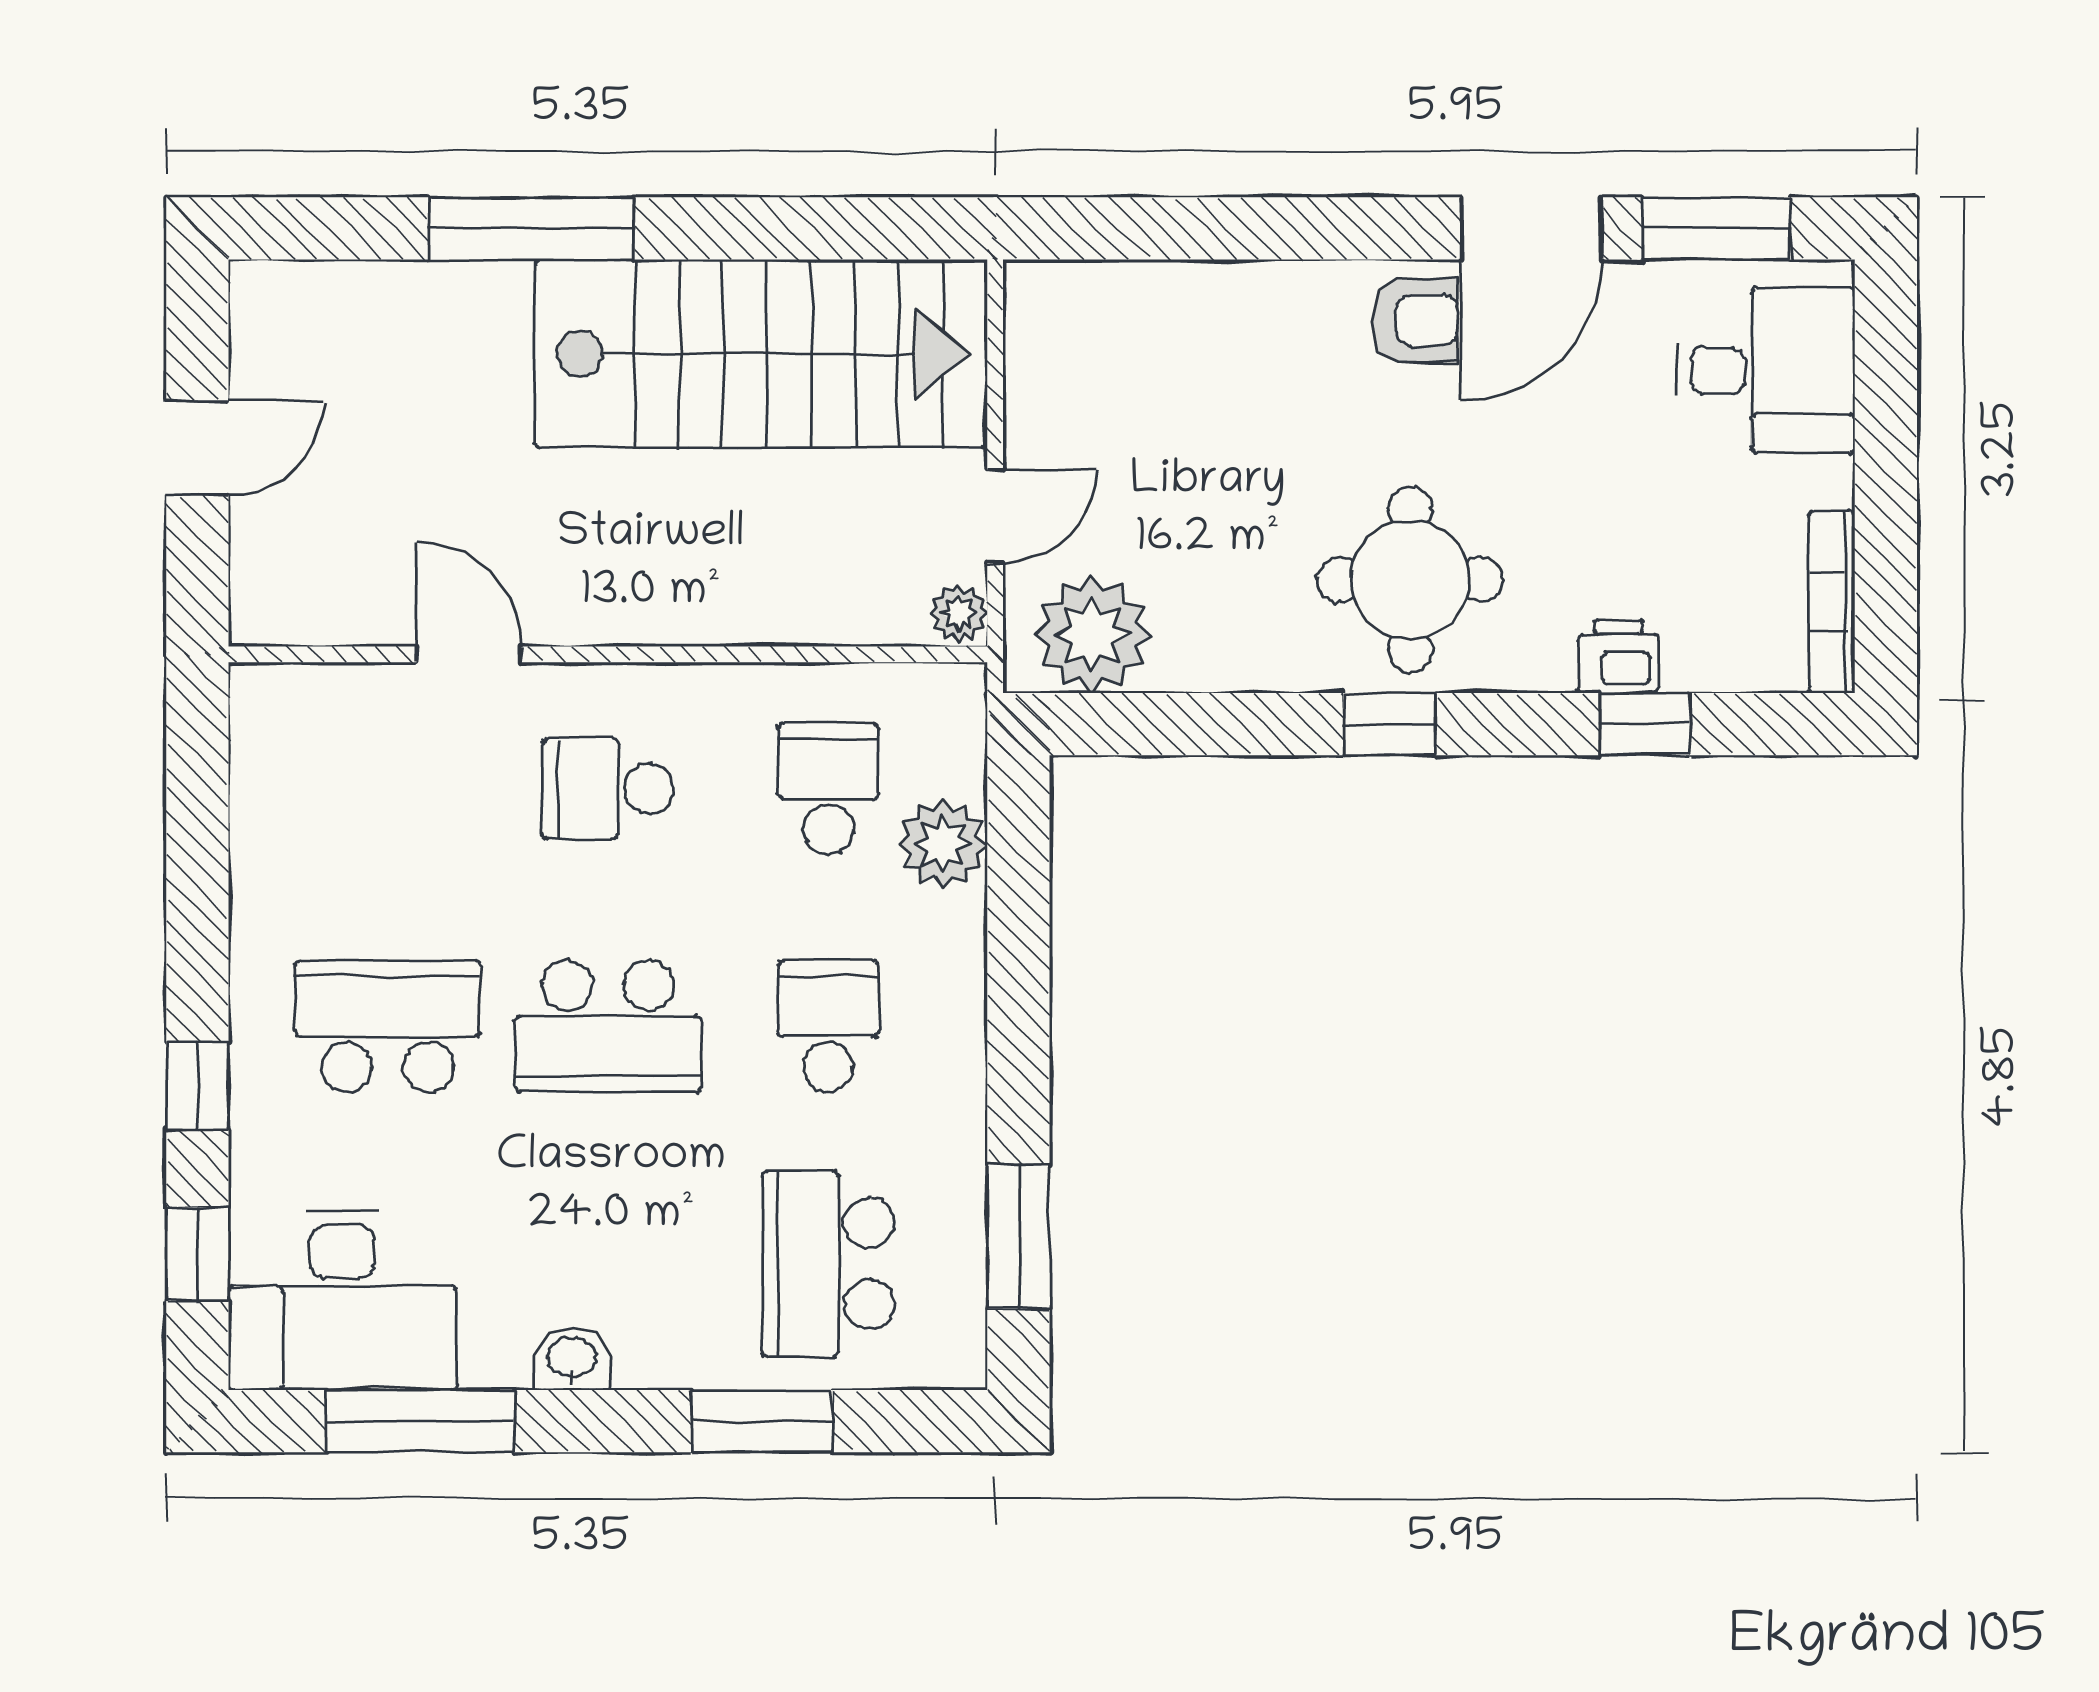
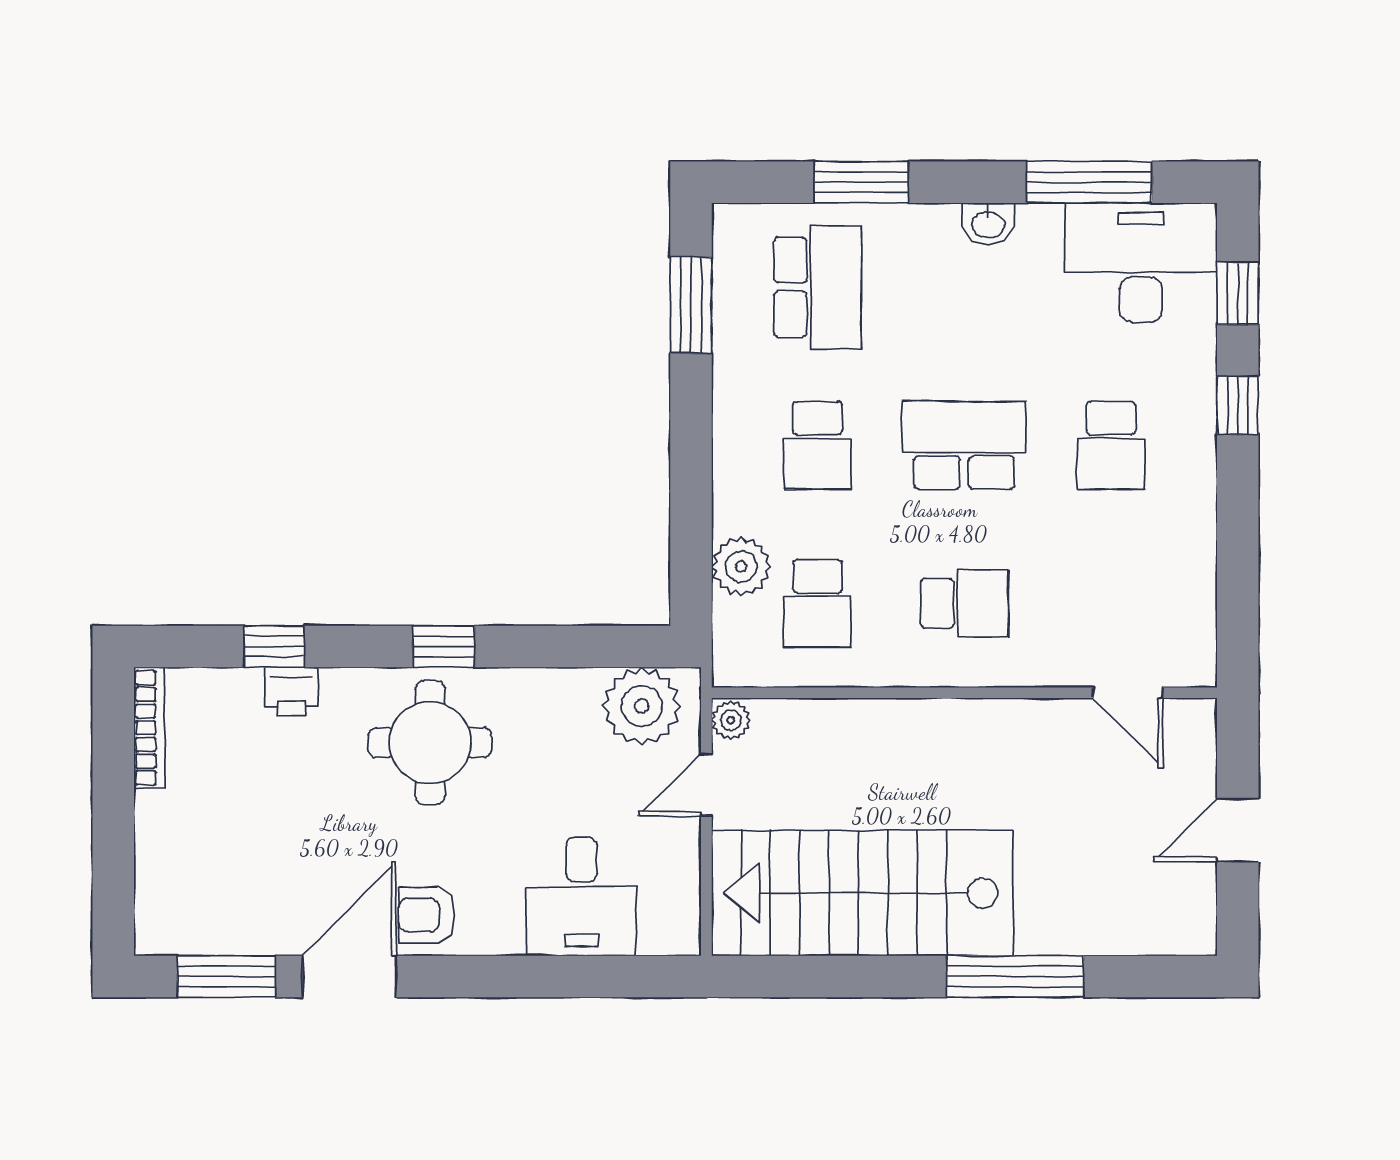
desk: (1766, 370) -> (581, 897), moved, turned -90
door: (469, 654) -> (1128, 693), moved
school desk: (388, 1026) -> (1111, 445), width x0.54

